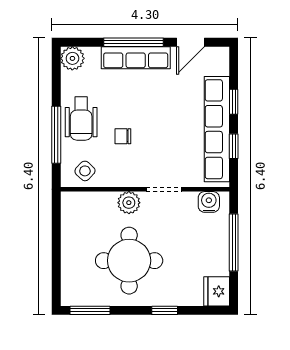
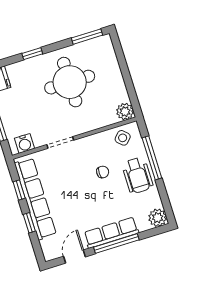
wheelchair: (81, 119) -> (137, 175), turned 180
plant: (129, 203) -> (125, 112), moved

